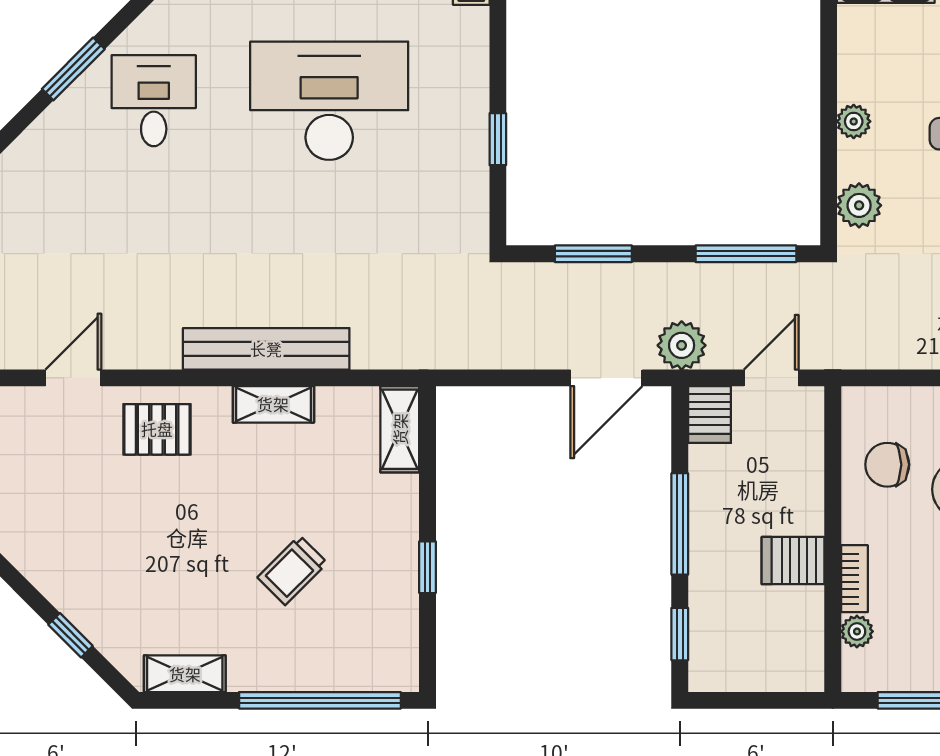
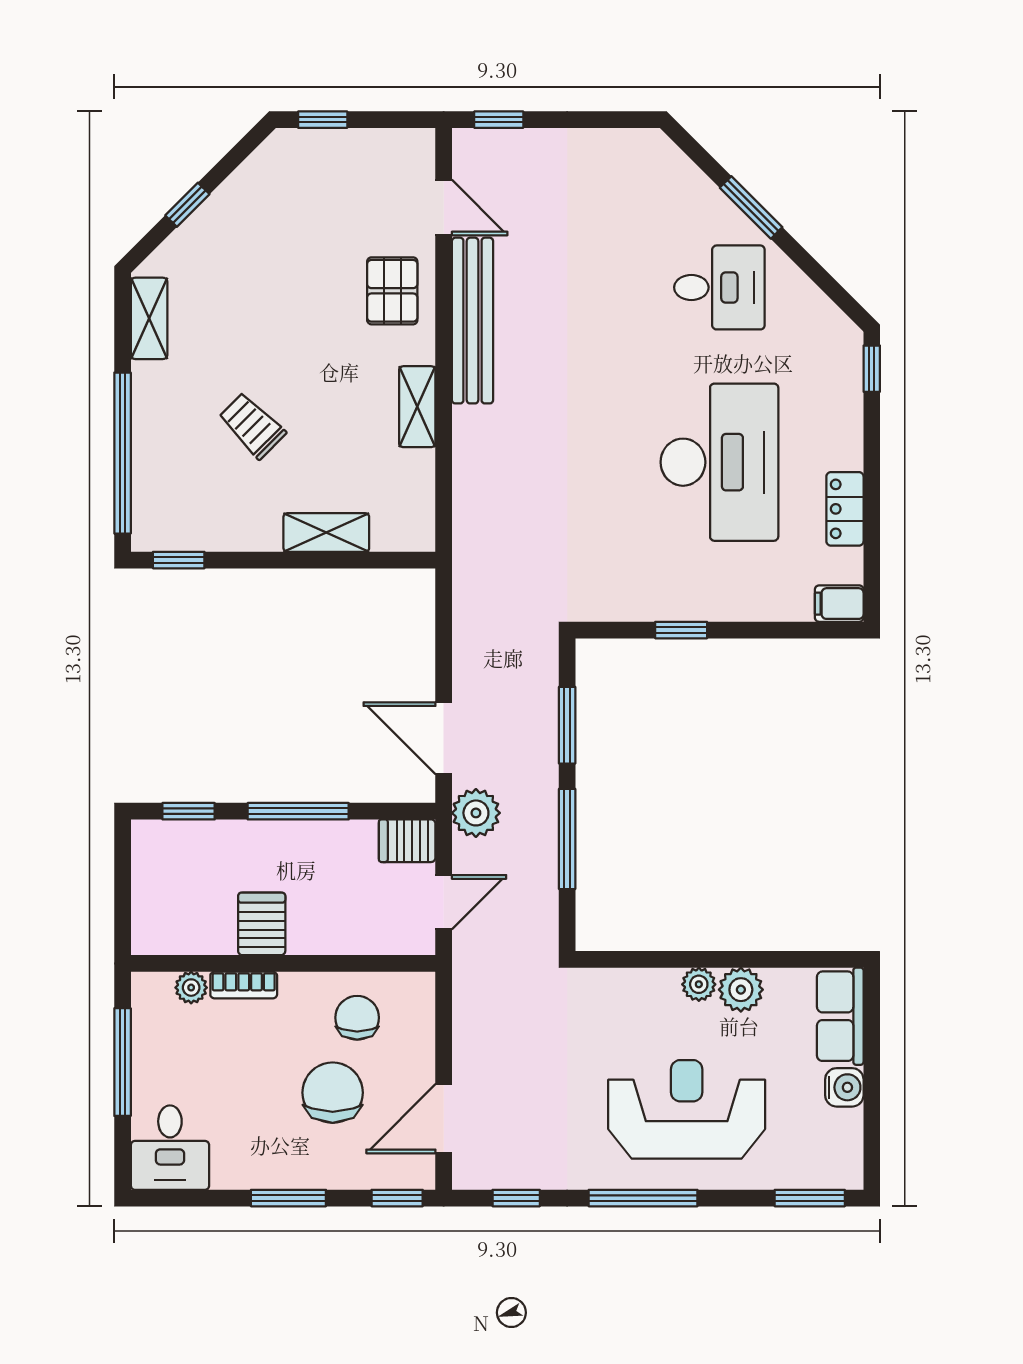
plant: (859, 205) -> (741, 990), moved
window: (746, 254) -> (567, 839), moved
bench: (266, 349) -> (472, 321), moved
door: (771, 378) -> (444, 902), hinge flipped
shelving: (400, 429) -> (326, 532), moved
window: (428, 567) -> (179, 560), moved

